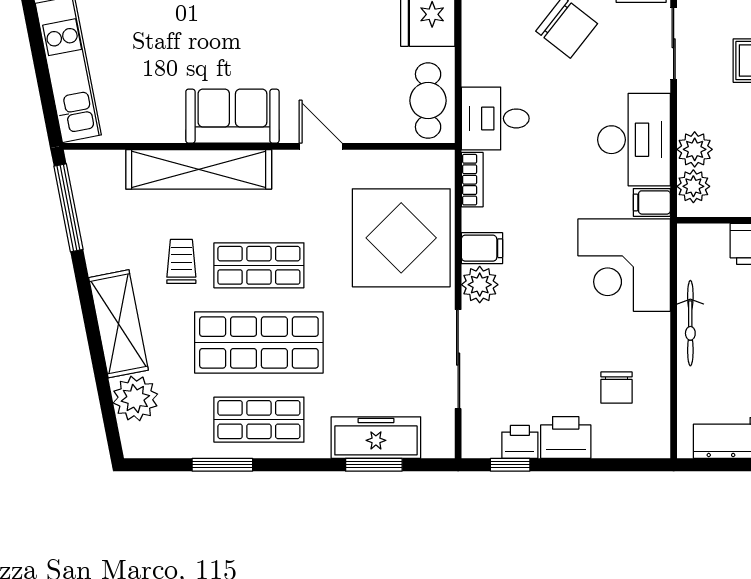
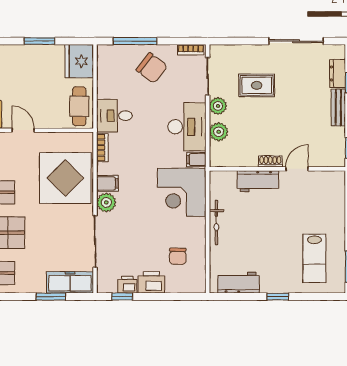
plant: (693, 186) -> (218, 106), moved
freezer: (376, 438) -> (70, 282), moved

